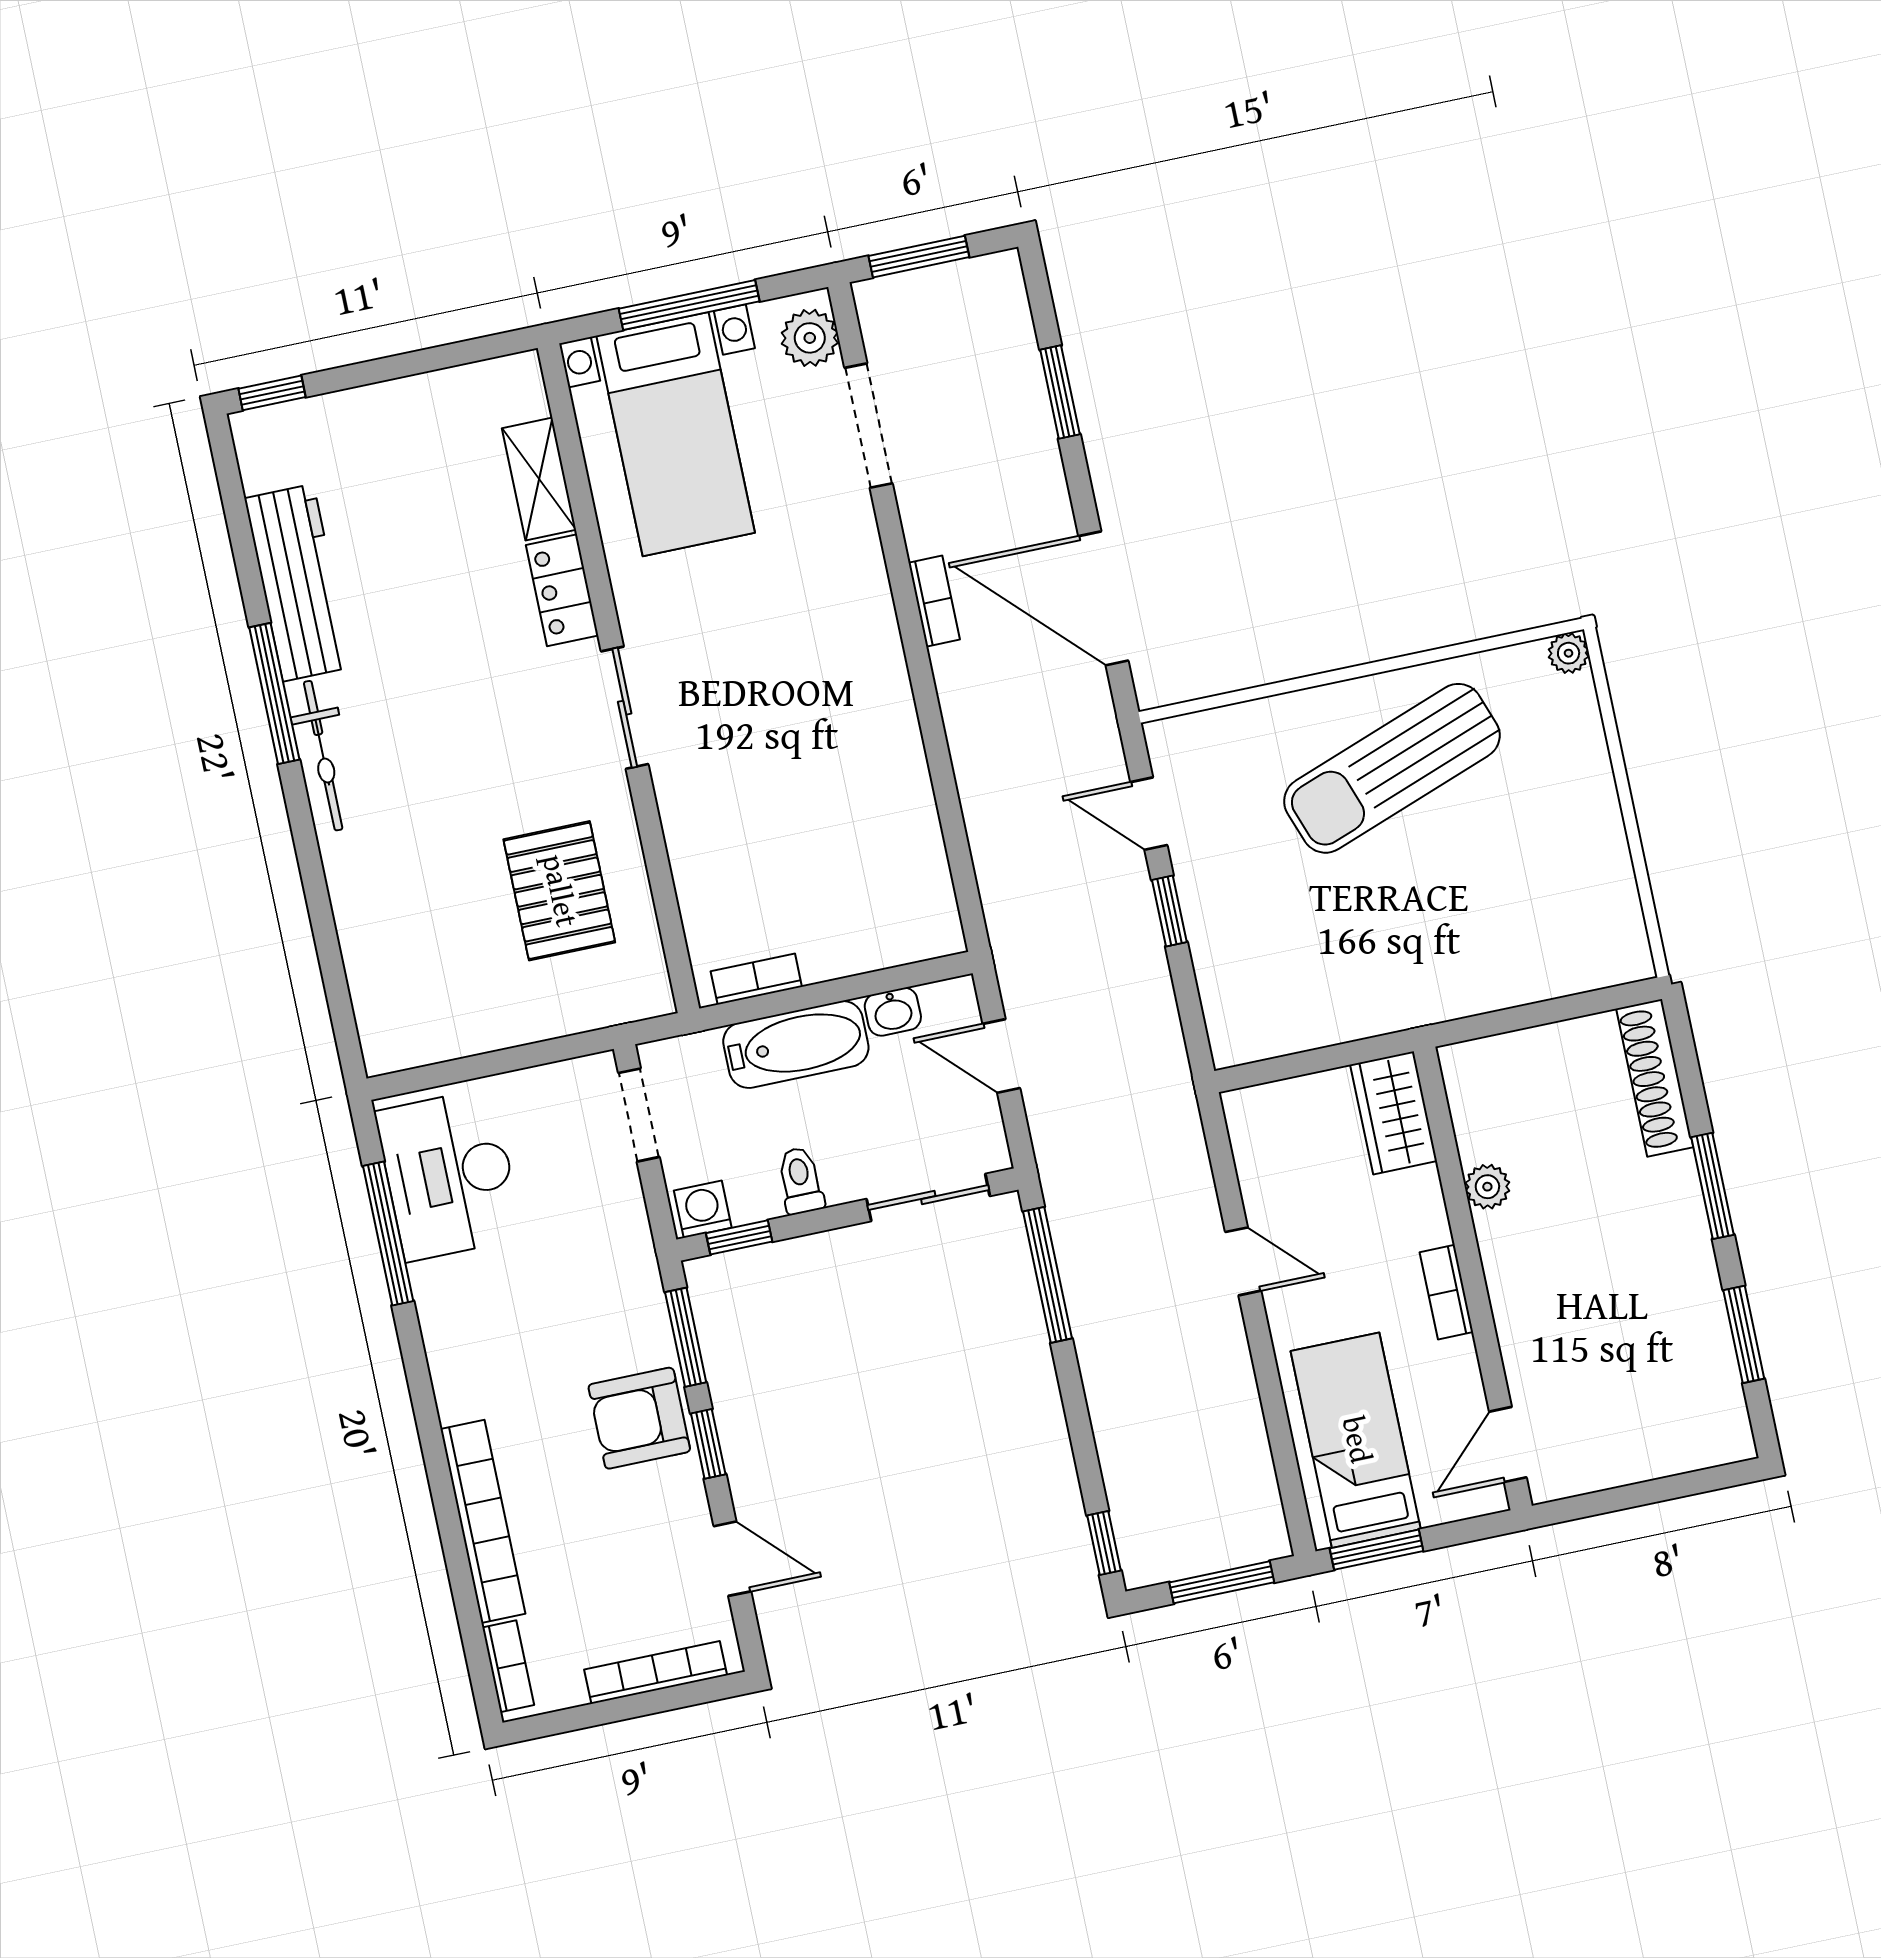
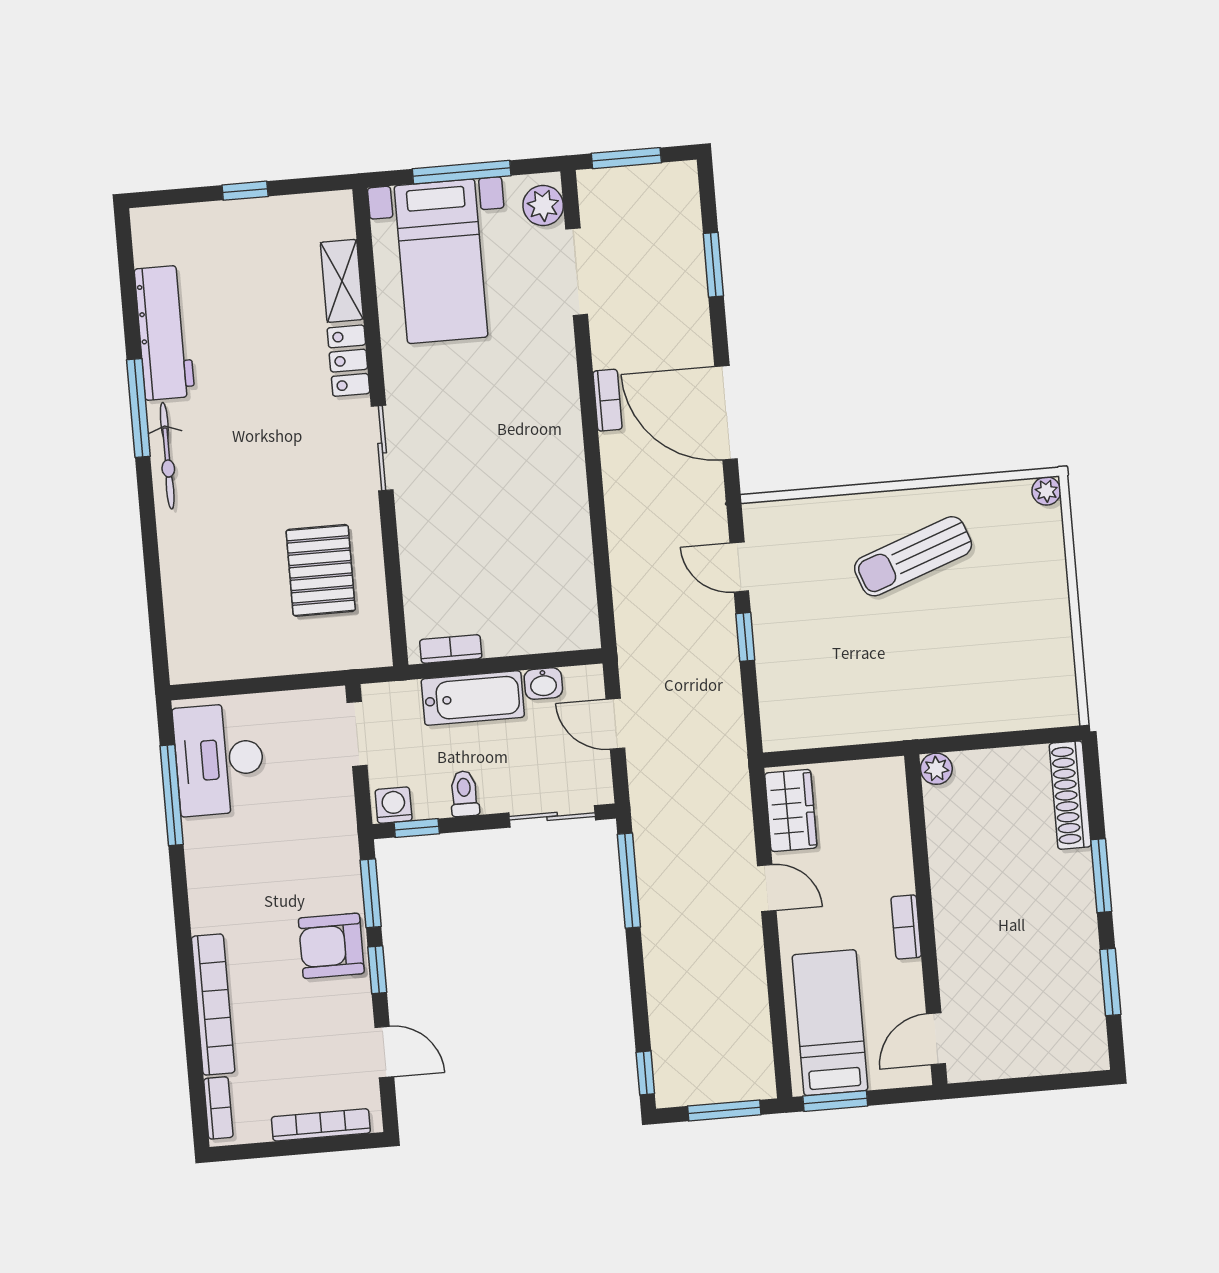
window: (272, 393) -> (245, 191), moved
sun lounger: (1392, 768) -> (913, 556), width x0.73, depth x0.75
wardrobe: (1394, 1113) -> (791, 810), moved, turned 180
plant: (1487, 1187) -> (936, 769), moved

